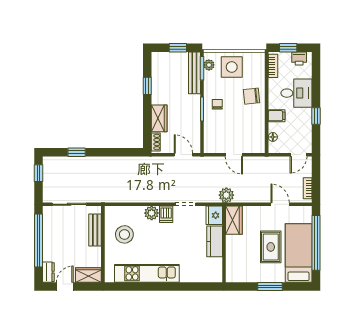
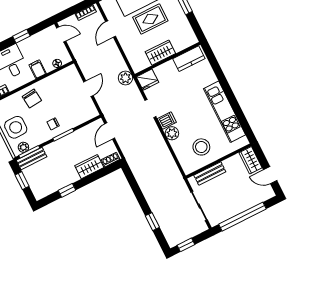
bench: (194, 73) -> (32, 159), width x0.73
wardrobe: (234, 220) -> (160, 53), moved
kitchen counter: (215, 241) -> (189, 59), moved
dresser: (48, 272) -> (265, 195), removed

